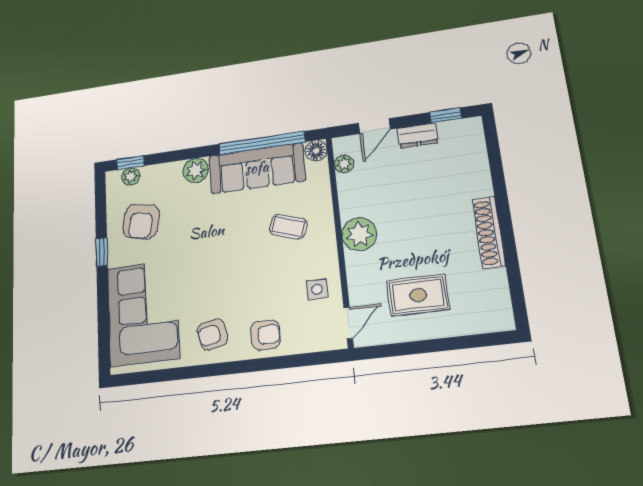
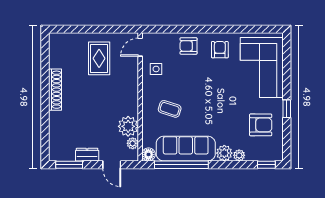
window: (446, 115) -> (69, 165), width x1.50
door: (374, 126) -> (112, 165), swing flipped
plant: (131, 177) -> (239, 155), moved
armchair: (141, 221) -> (261, 125), turned 79
plant: (359, 234) -> (128, 126), moved
rug: (418, 295) -> (99, 58), turned 90
armchair: (213, 334) -> (220, 50), turned -78

